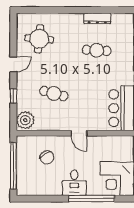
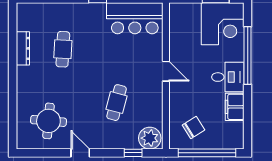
window: (13, 96) -> (133, 153), moved
door: (79, 133) -> (166, 71), hinge flipped
chair: (47, 157) -> (193, 128), moved
filing cabinet: (50, 188) -> (235, 107), added

